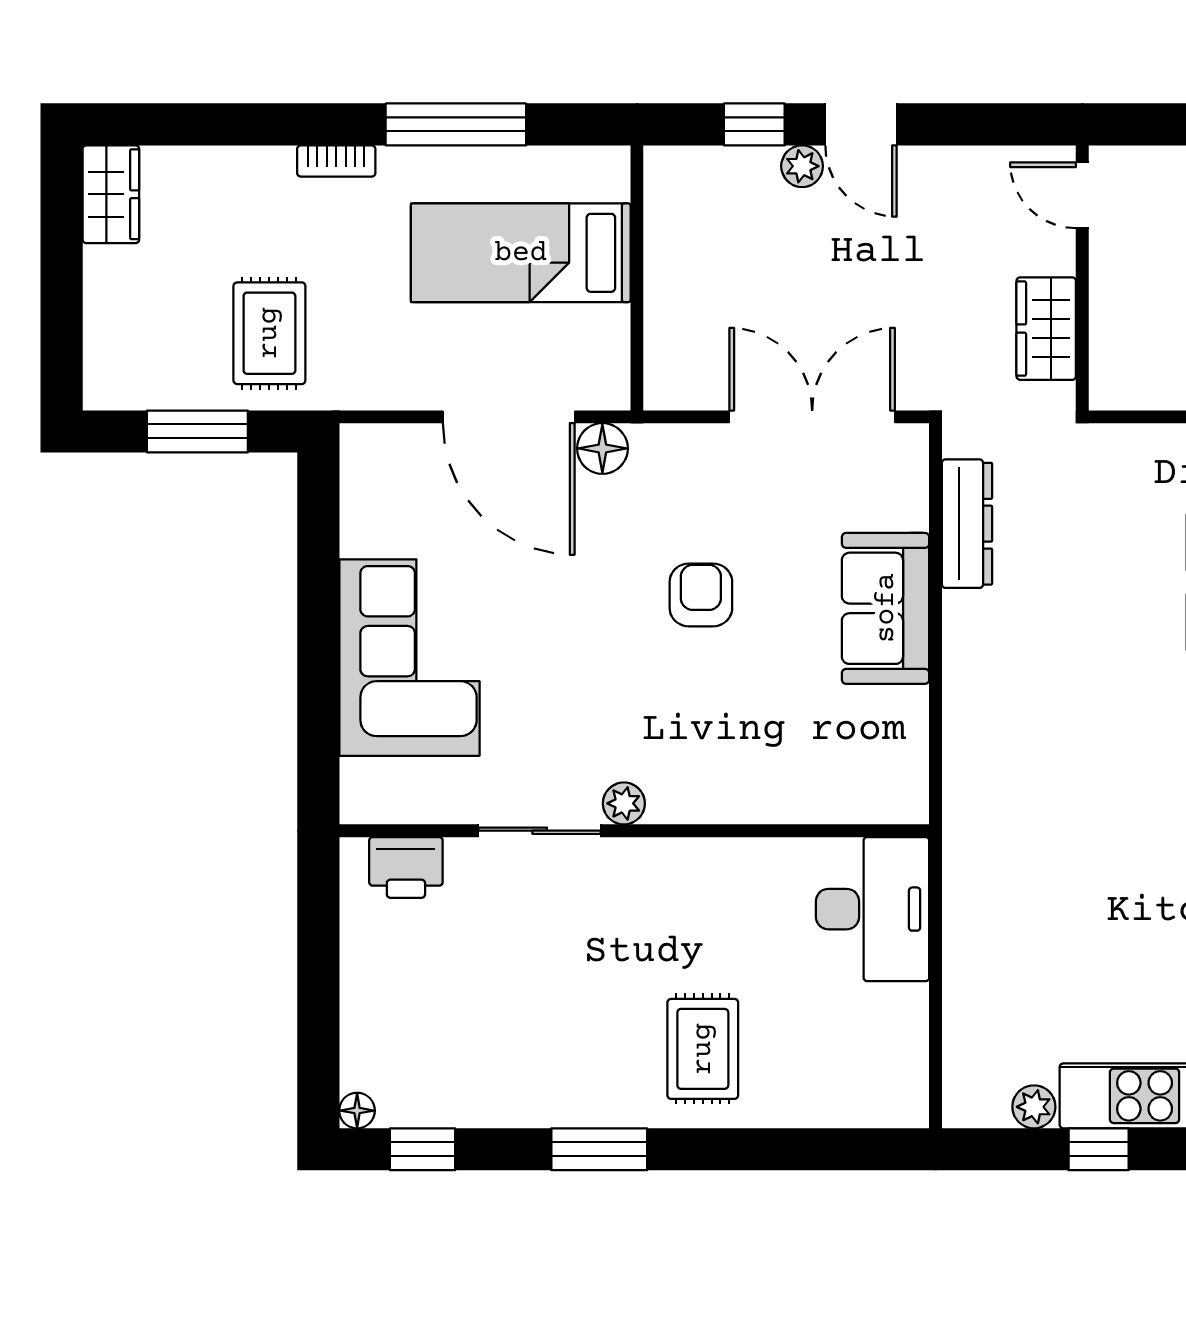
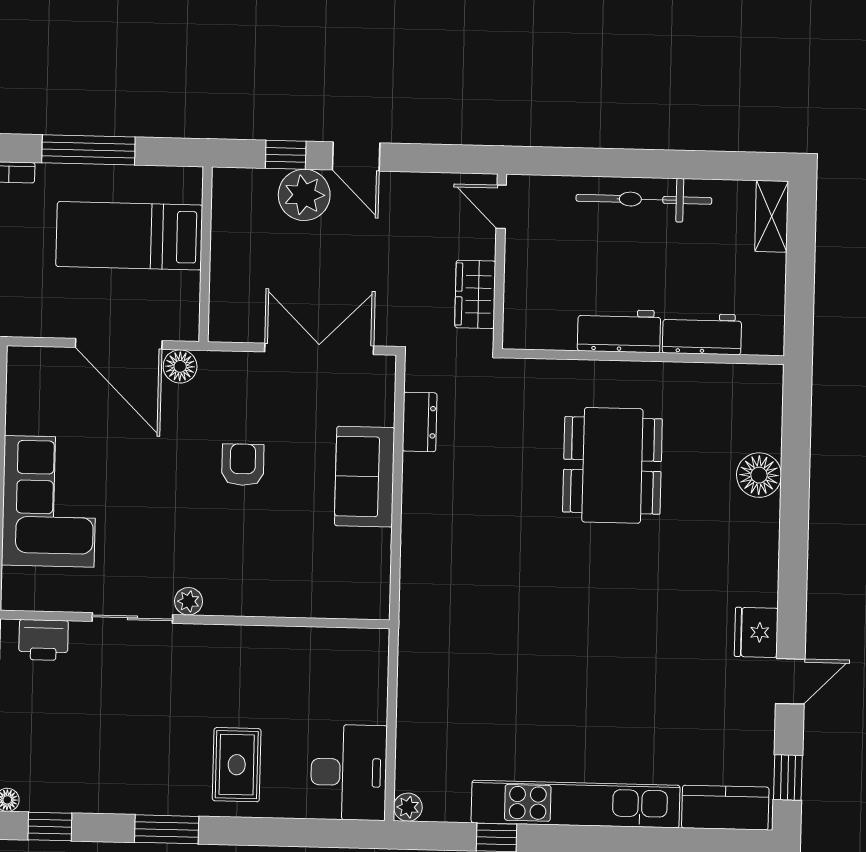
plant: (802, 166) -> (304, 195), width x1.88, depth x1.88
dresser: (967, 524) -> (420, 422), width x0.70
desk: (873, 909) -> (349, 772), moved
plant: (1034, 1107) -> (408, 807), moved

